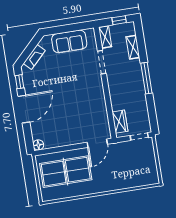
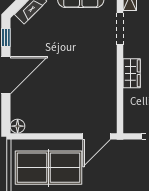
wardrobe: (120, 122) -> (132, 73), moved

